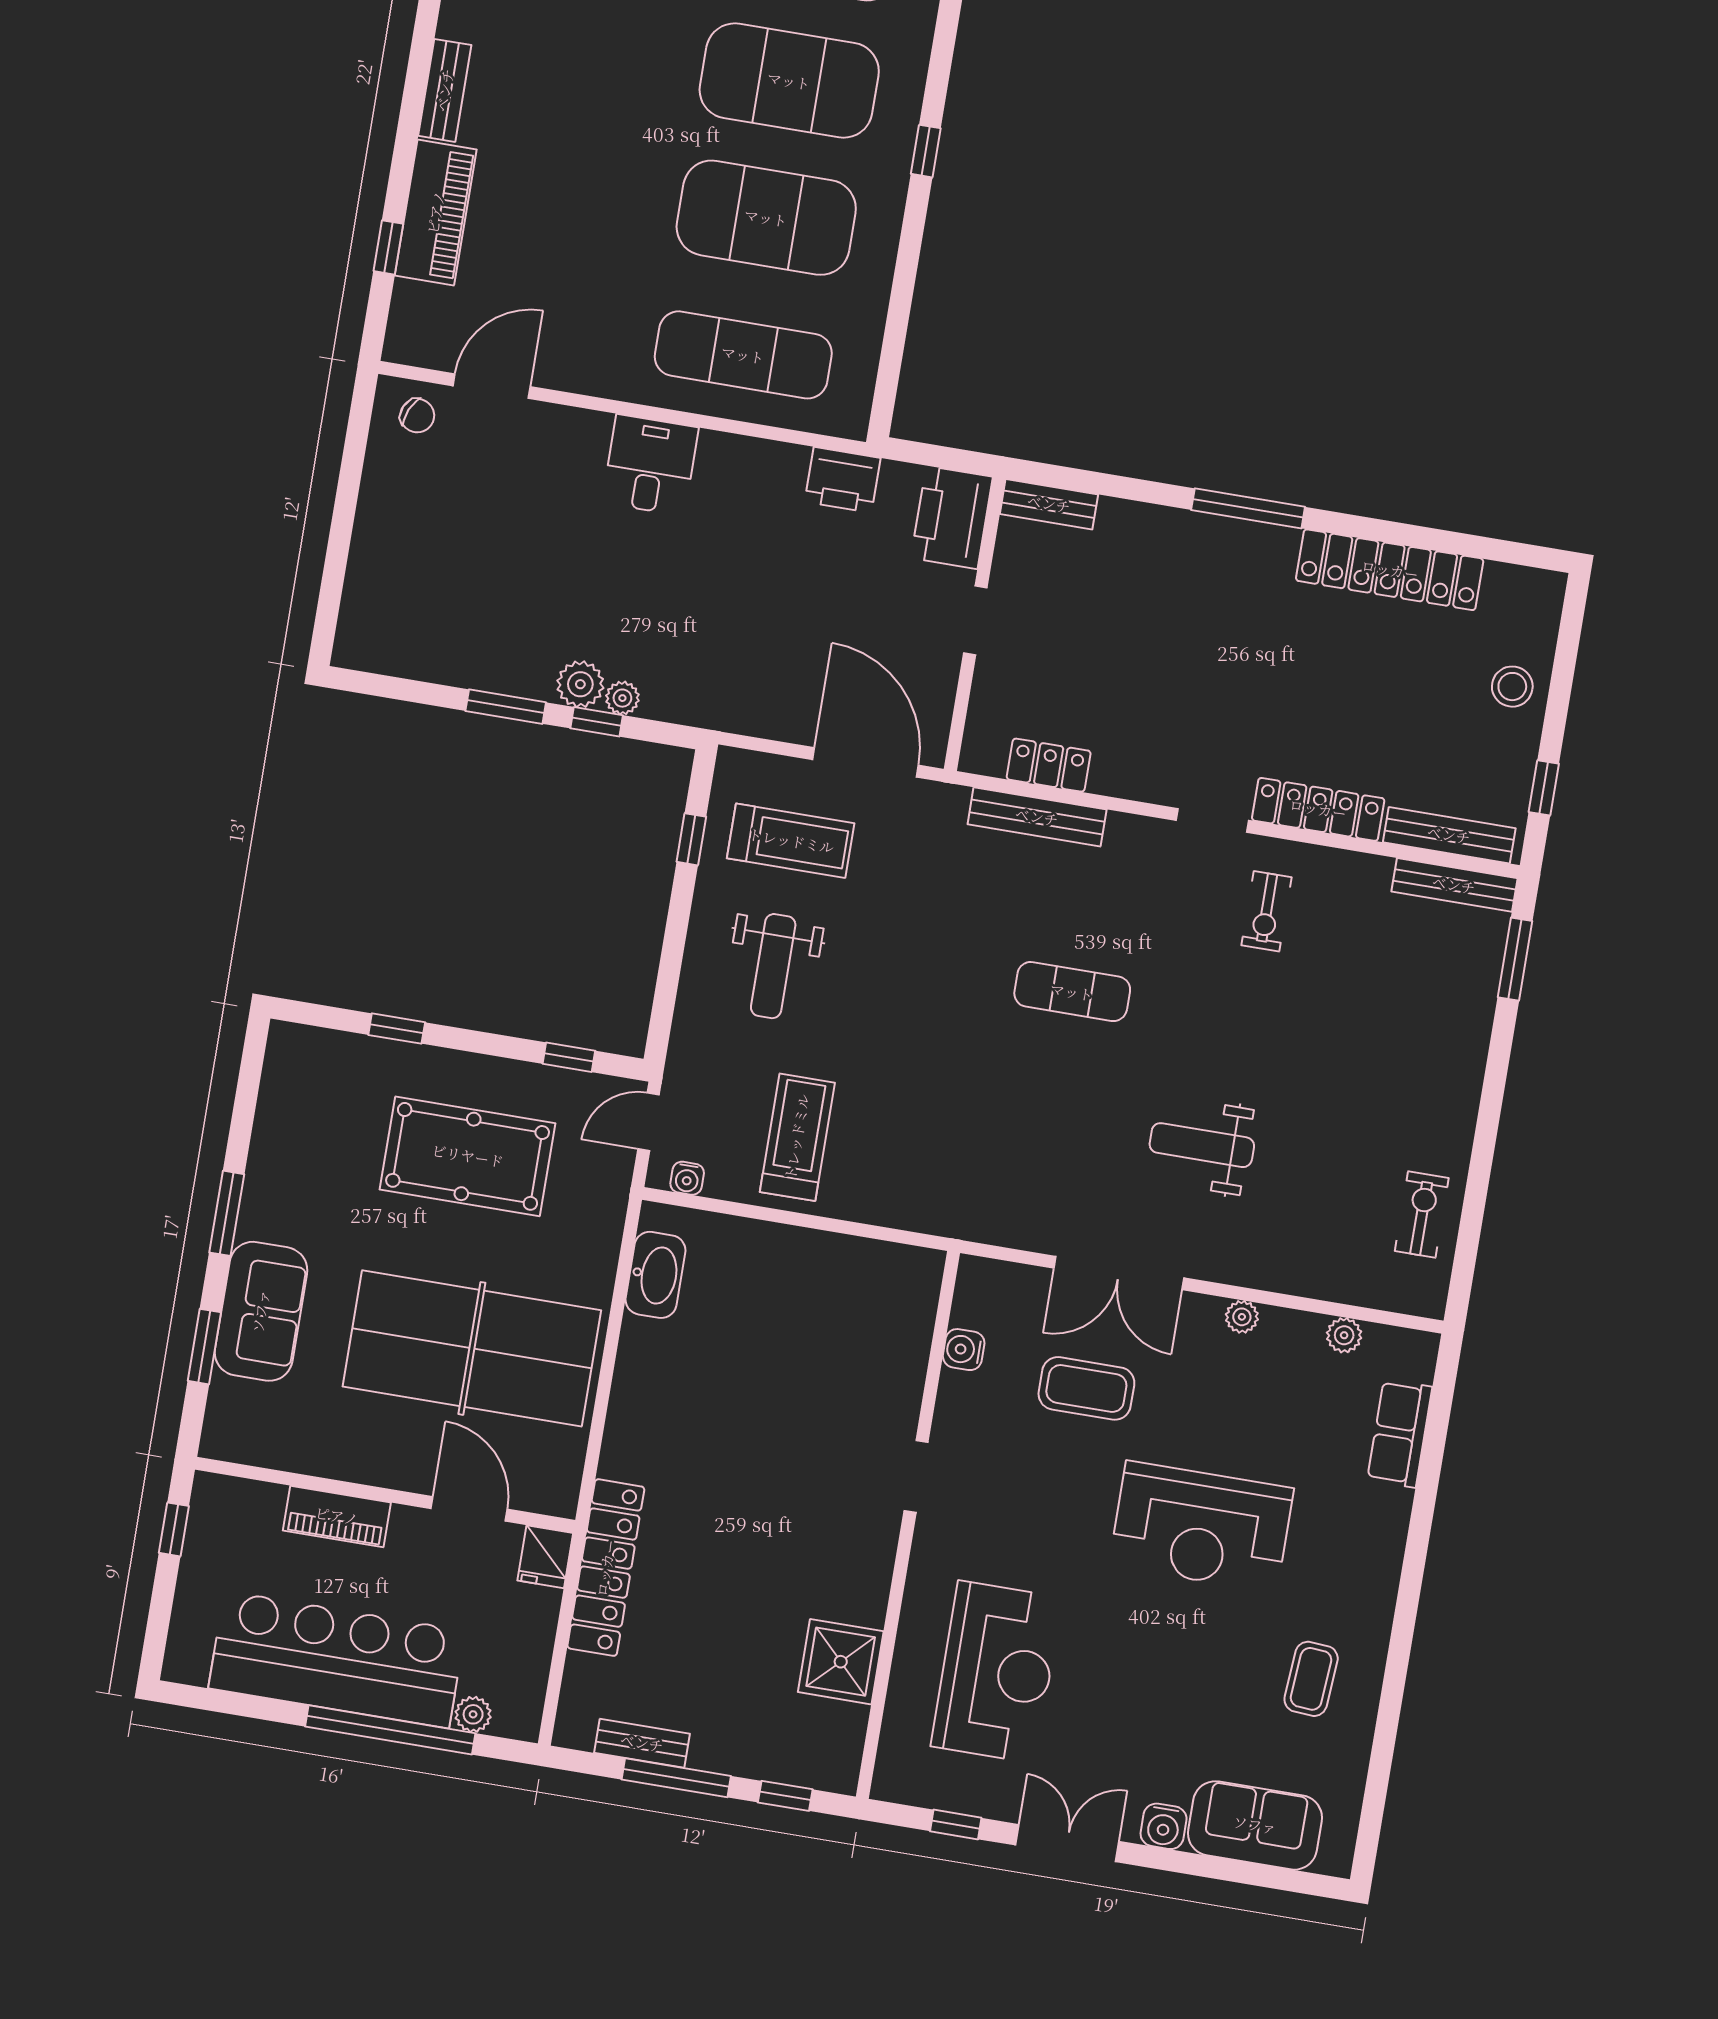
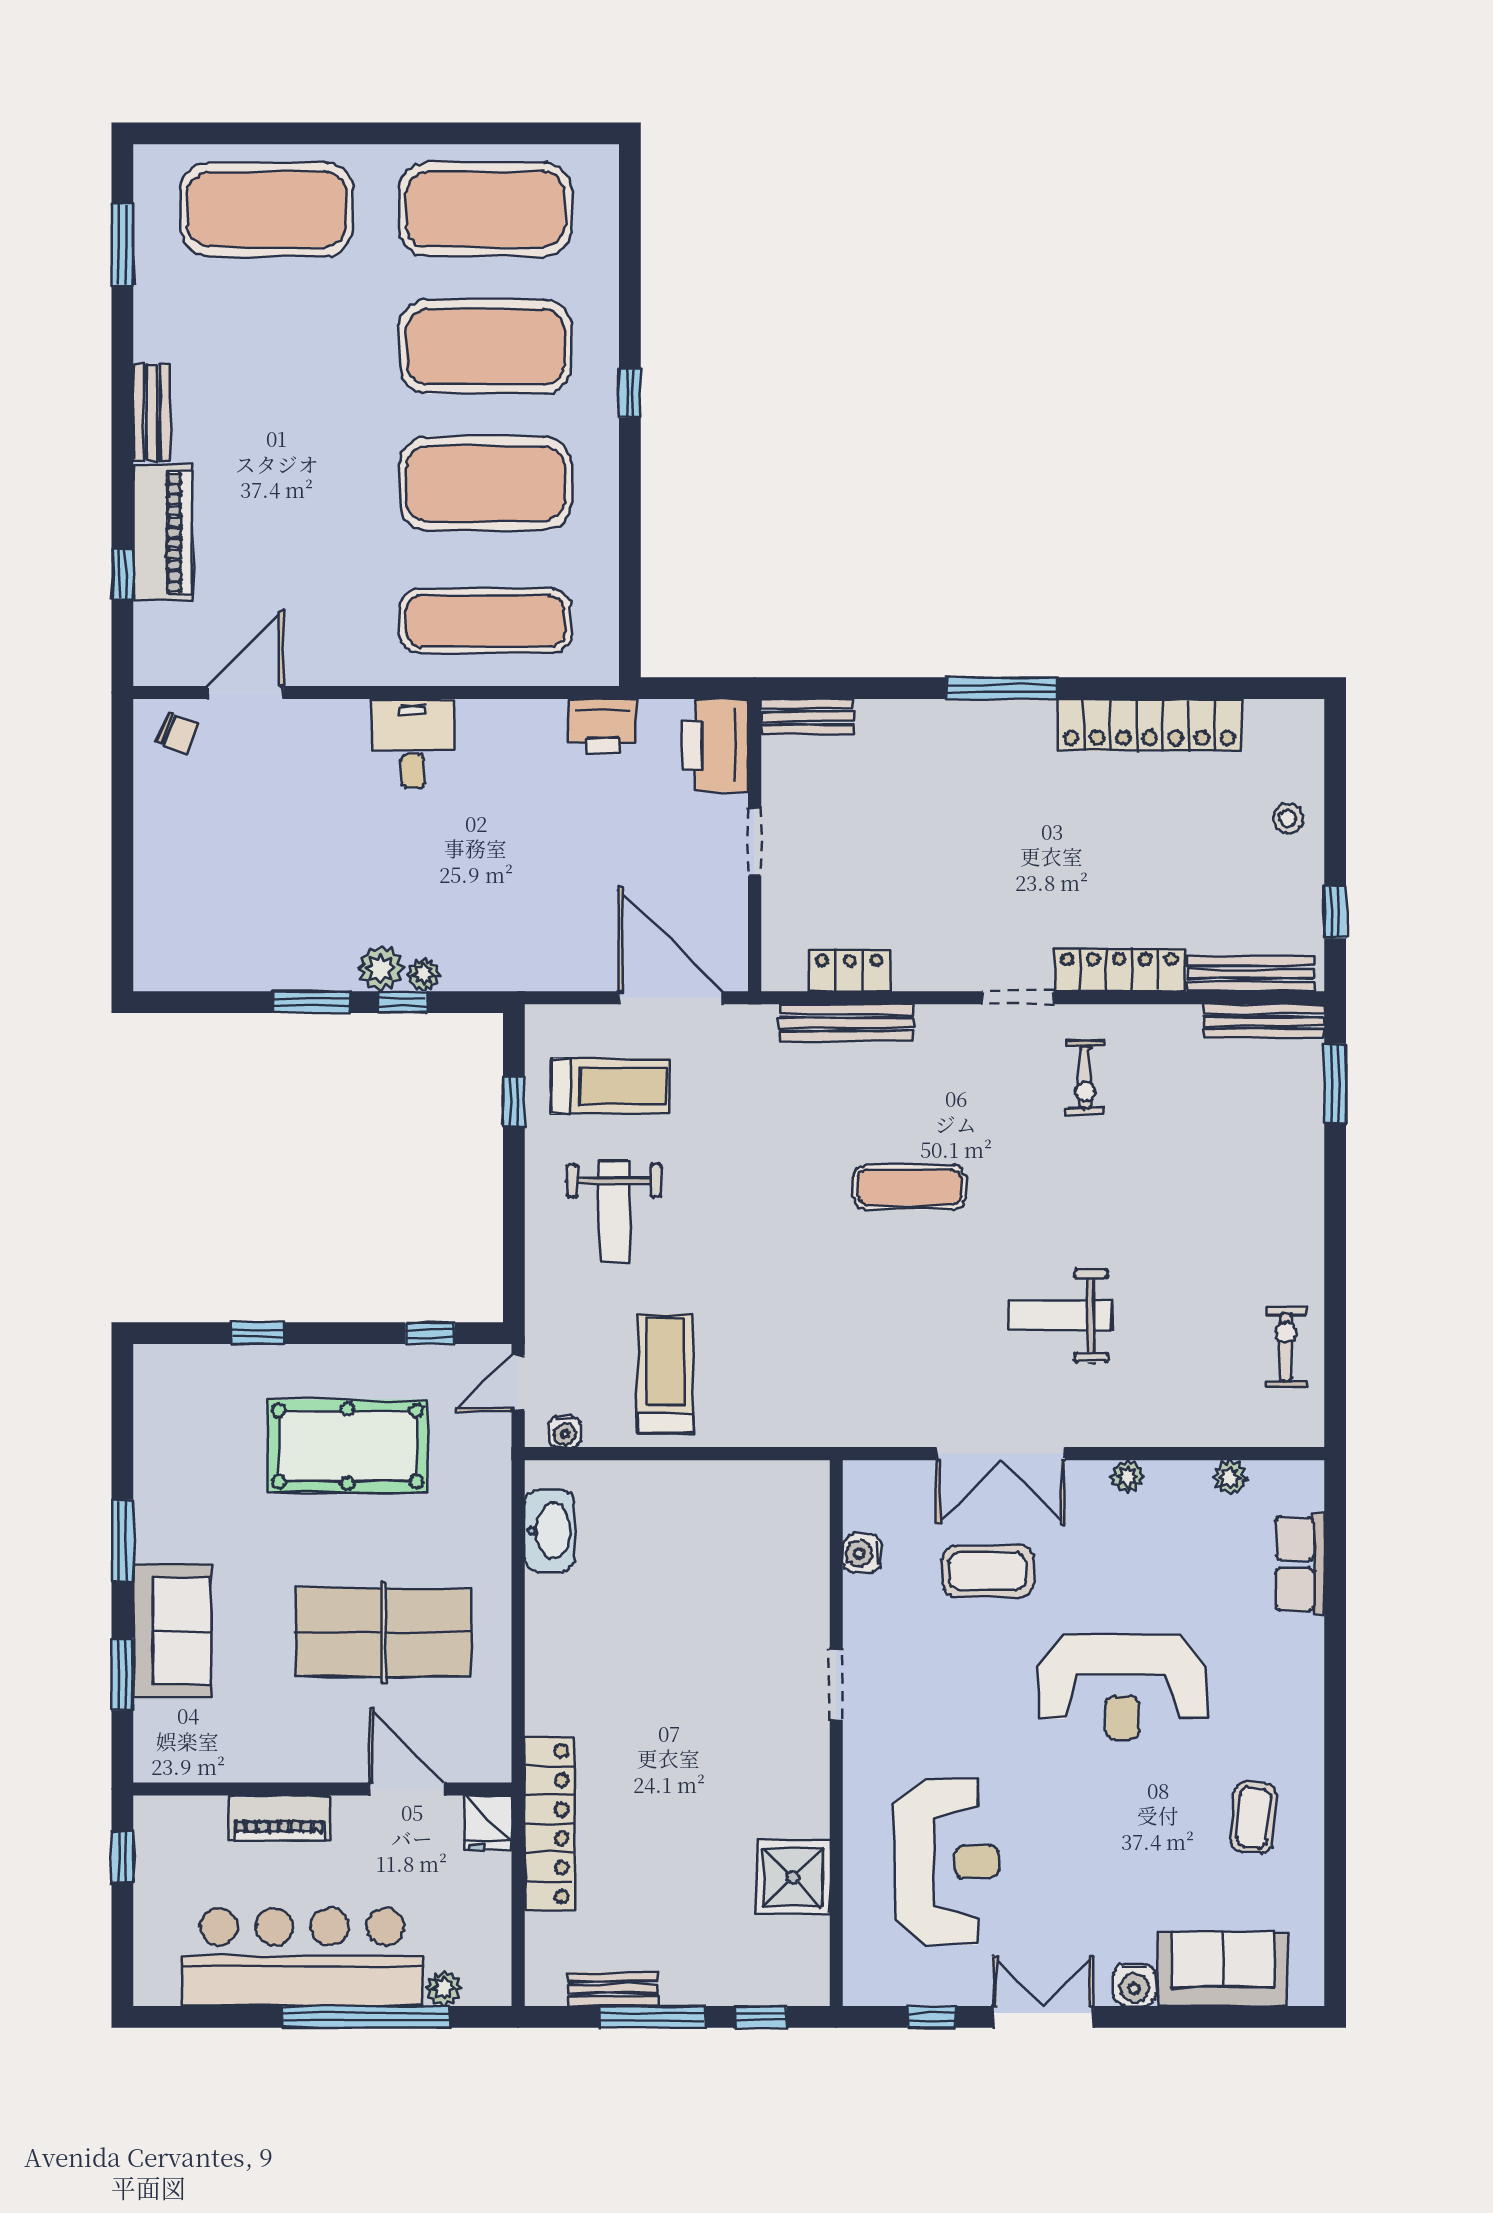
stool: (1512, 687) -> (1288, 819), width x0.73, depth x0.73
table tennis table: (472, 1348) -> (383, 1632), width x0.73, depth x0.76

